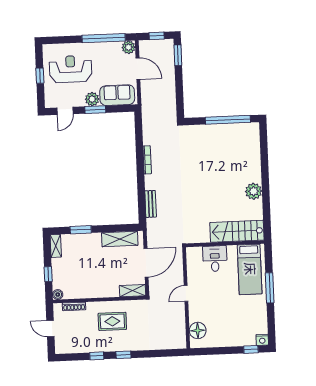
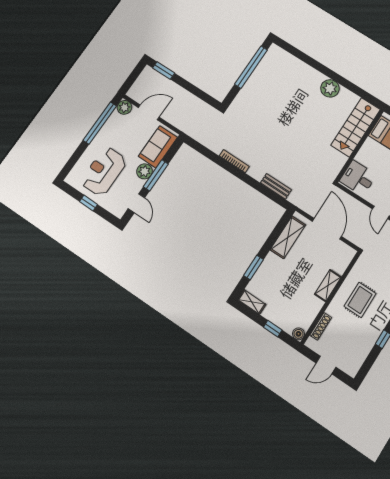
window: (157, 36) -> (133, 77), removed
window: (95, 110) -> (156, 175), width x1.44
desk: (215, 259) -> (358, 178), moved
shelving: (133, 291) -> (328, 286), moved

